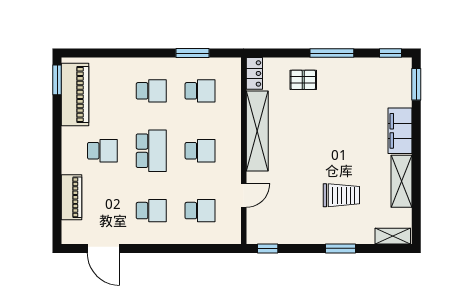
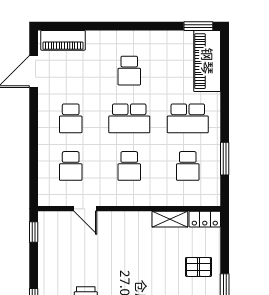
pallet: (303, 80) -> (198, 267), turned 90
school desk: (151, 91) -> (188, 118), width x1.85
piano: (75, 94) -> (207, 61), moved, turned 90
shelving: (257, 131) -> (170, 219), width x0.45, depth x0.75
piano: (71, 197) -> (63, 40), moved

